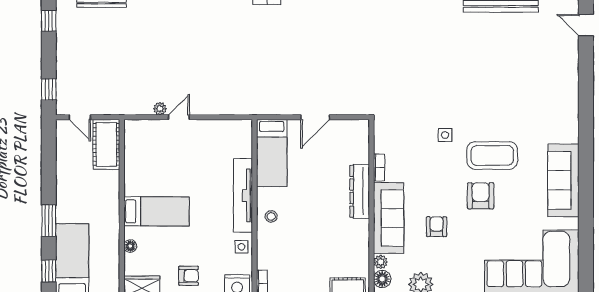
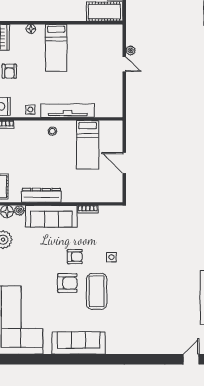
bed: (272, 153) -> (88, 145), moved, turned -90
dresser: (360, 191) -> (41, 195), moved
armchair: (437, 227) -> (75, 257), moved

